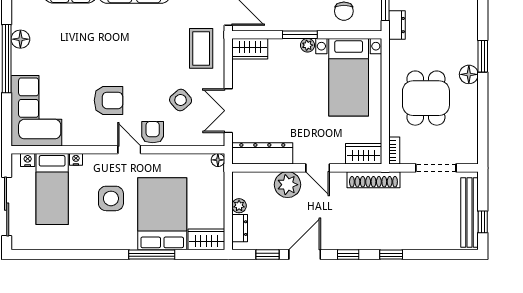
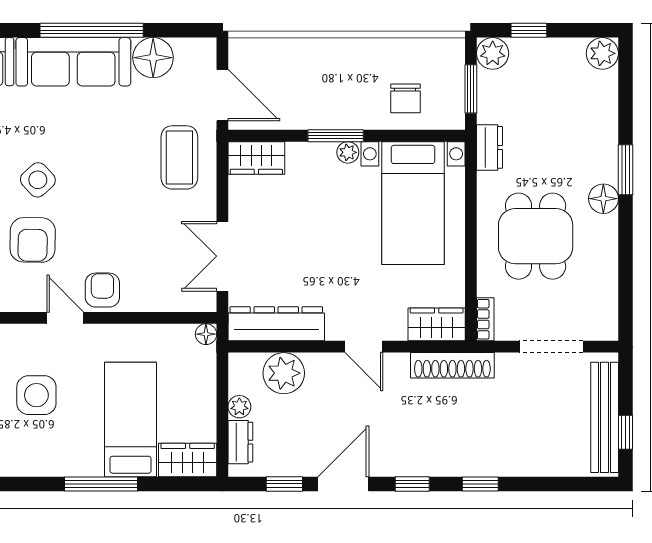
dresser: (397, 25) -> (489, 147), moved
armchair: (109, 100) -> (33, 240), turned 91
side table: (181, 100) -> (38, 180), moved
plant: (288, 185) -> (284, 373), moved
bed: (162, 214) -> (131, 419), width x0.67

